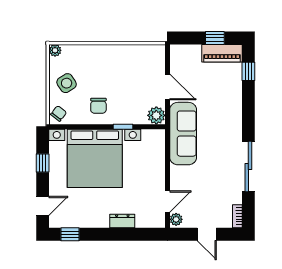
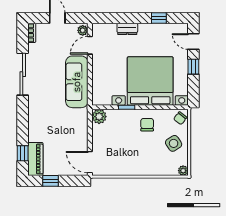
piano: (222, 53) -> (35, 159), moved, turned 90
door: (167, 87) -> (90, 162), moved
sofa: (183, 134) -> (77, 82), moved
window: (43, 163) -> (193, 67), moved
door: (43, 206) -> (193, 42), hinge flipped
window: (70, 234) -> (159, 18), moved

